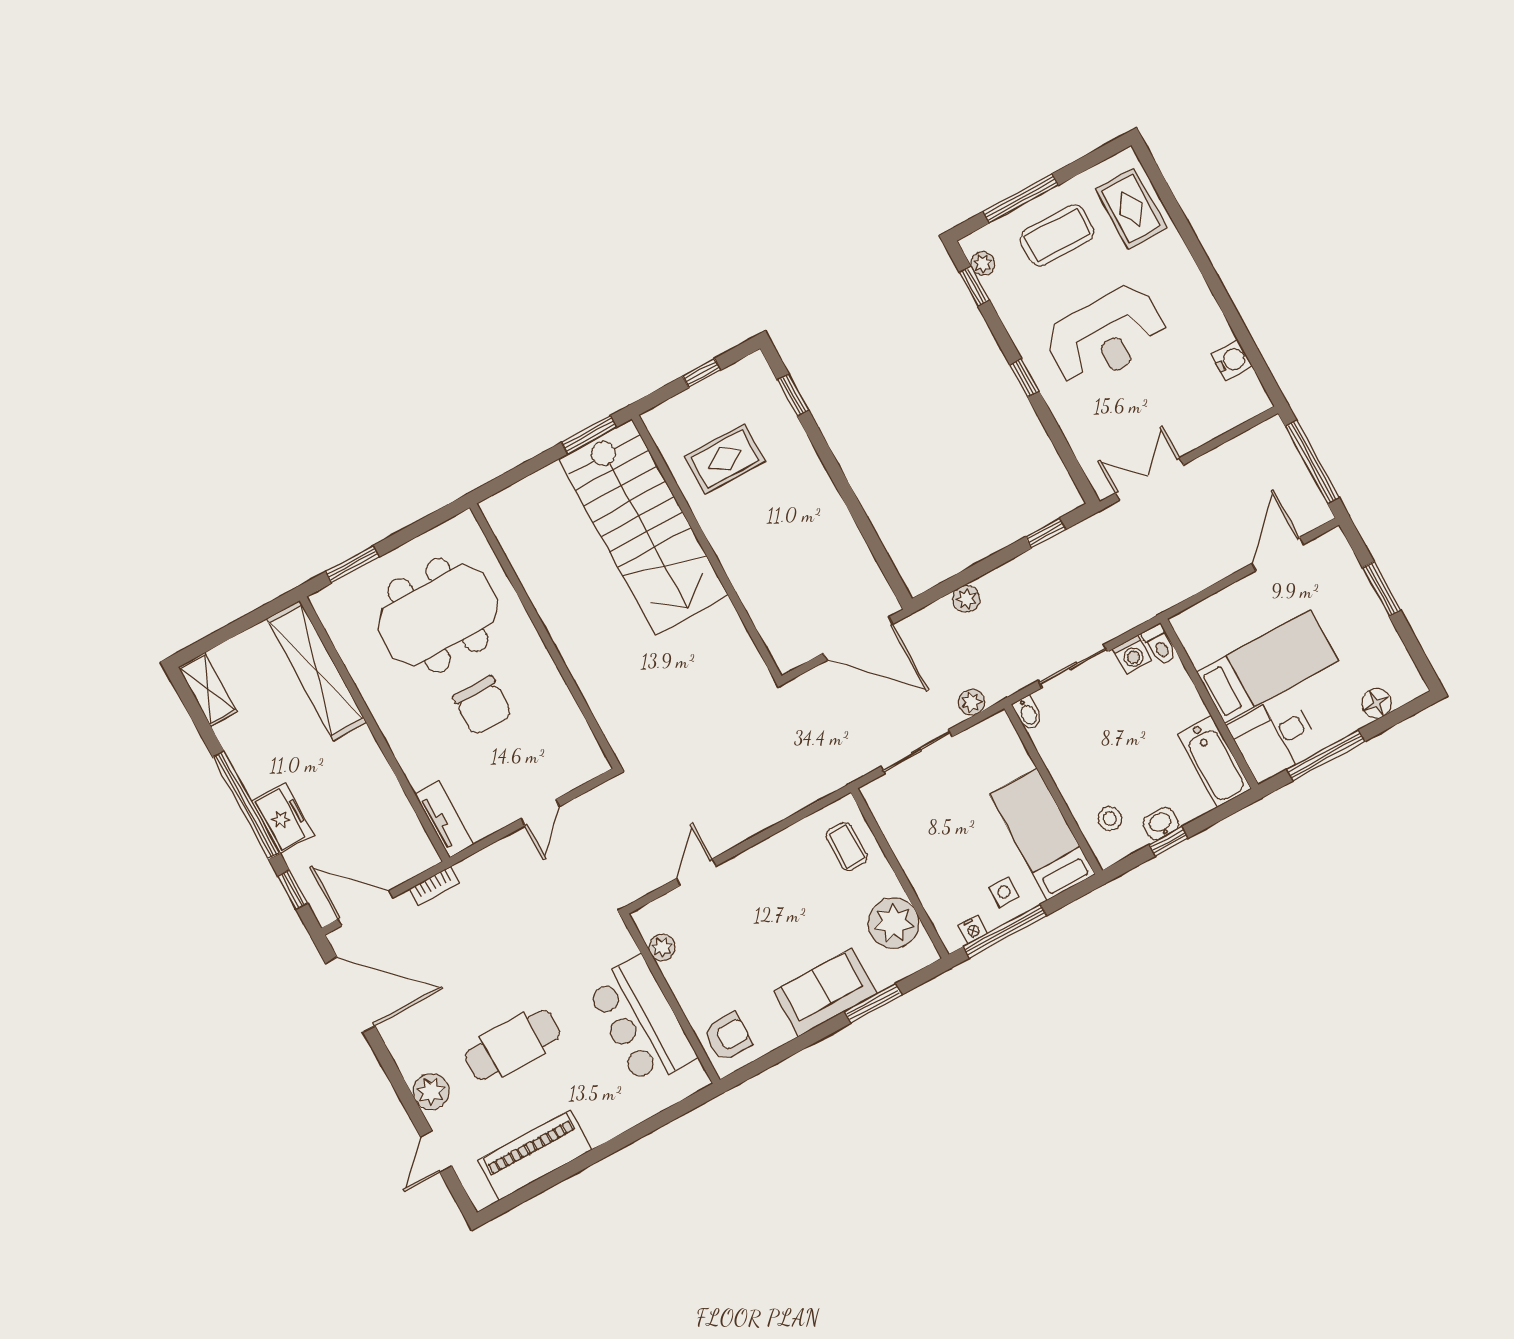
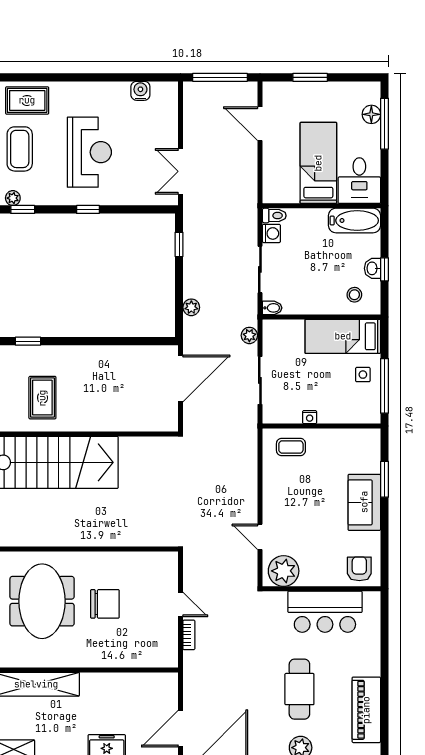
window: (1326, 755) -> (384, 124), moved
tv unit: (444, 819) -> (156, 659), removed
bookcase: (434, 886) -> (189, 635), moved
plant: (894, 923) -> (347, 444), removed
nightstand: (973, 930) -> (310, 417), moved, turned 90
plant: (662, 947) -> (284, 571), width x1.88, depth x1.88

